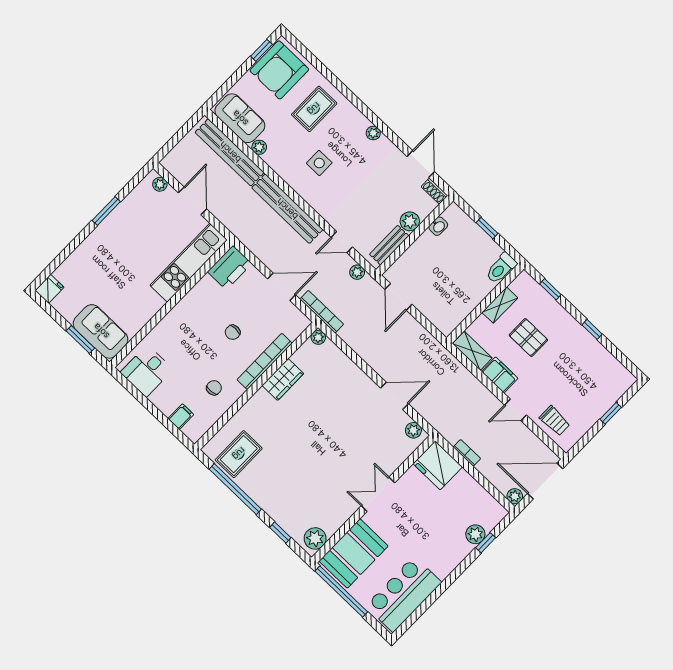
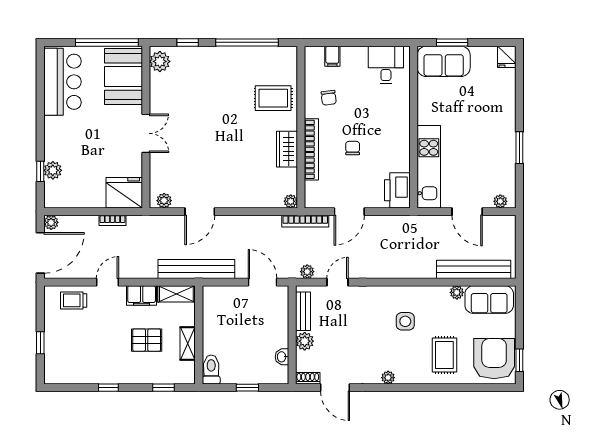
bench: (287, 209) -> (196, 269), moved
rug: (239, 454) -> (273, 98), moved, turned 90

